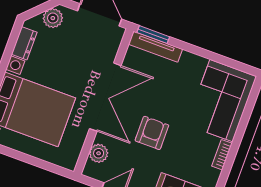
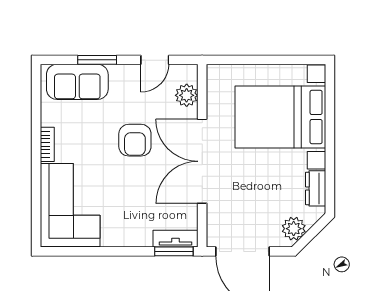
tv unit: (155, 47) -> (176, 239), width x0.71

